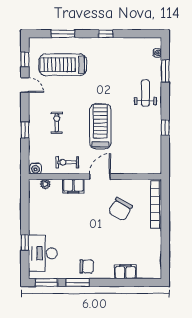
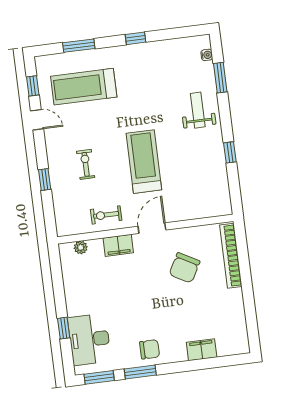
water cooler: (36, 168) -> (65, 228), removed

